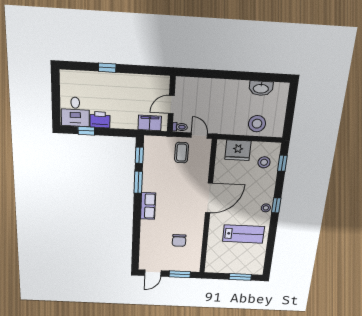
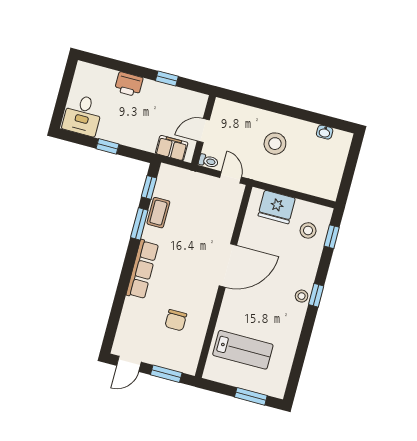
window: (107, 68) -> (167, 78), moved
washbasin: (261, 88) -> (325, 132), width x0.52, depth x0.69
printer: (100, 120) -> (129, 84), moved, turned 180
stool: (257, 124) -> (275, 144), moved
window: (86, 131) -> (107, 146), moved
coffee table: (182, 153) -> (158, 213), moved
row of seats: (148, 206) -> (142, 269), width x1.48
lab bench: (244, 234) -> (243, 350), moved

